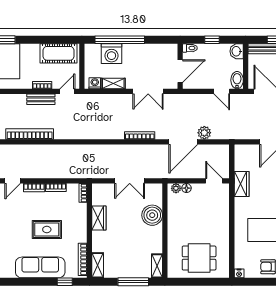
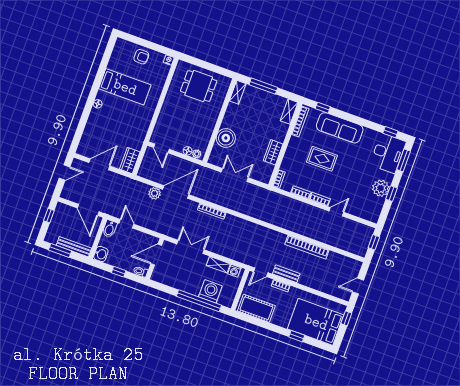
wardrobe: (242, 184) -> (130, 160), moved

